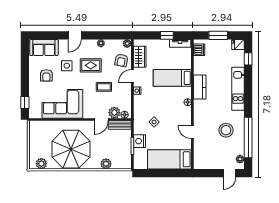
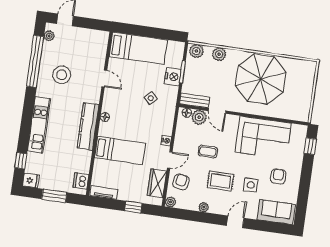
window: (167, 35) -> (133, 207), moved
kitchen counter: (200, 87) -> (88, 126), width x1.50
door: (101, 119) -> (217, 111), swing flipped
plant: (41, 164) -> (196, 51), moved

